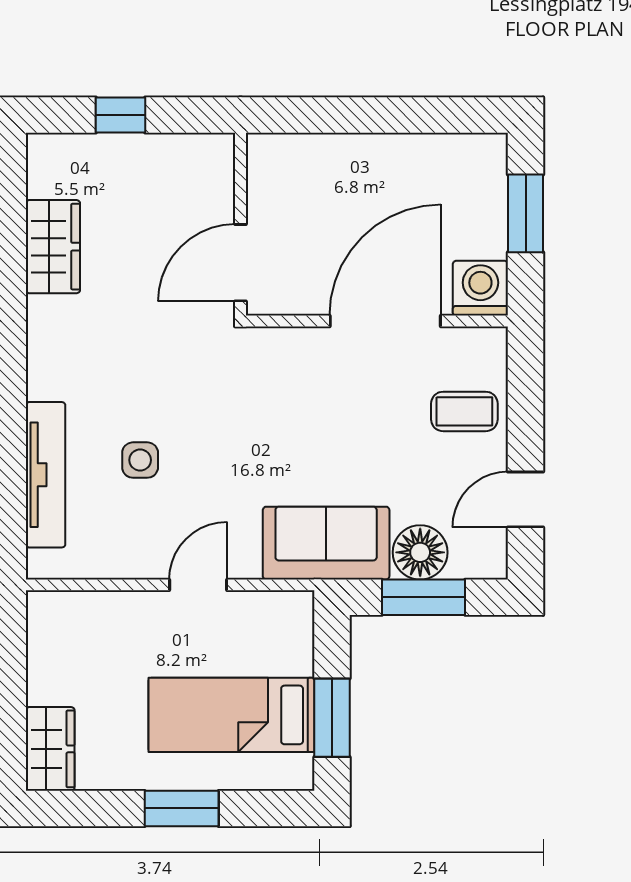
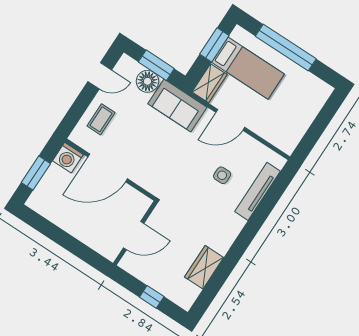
door: (240, 263) -> (134, 236), moved
coffee table: (464, 411) -> (101, 119), turned 90
door: (198, 585) -> (230, 120), width x1.38
wardrobe: (50, 749) -> (210, 83), moved, turned 180
window: (182, 808) -> (286, 48), width x2.11

